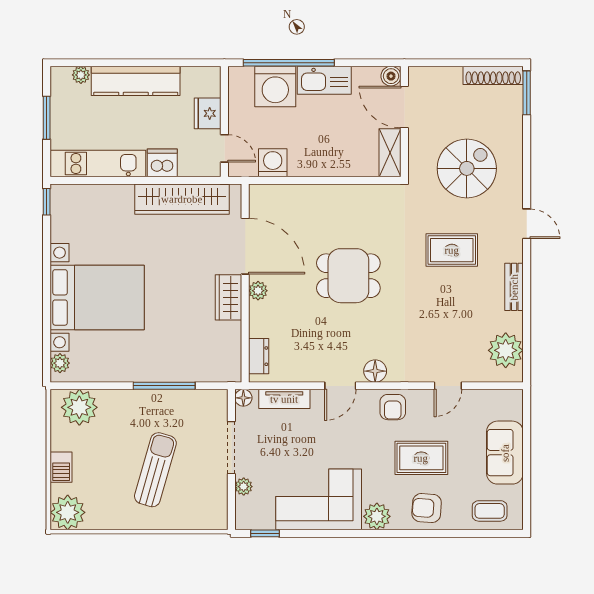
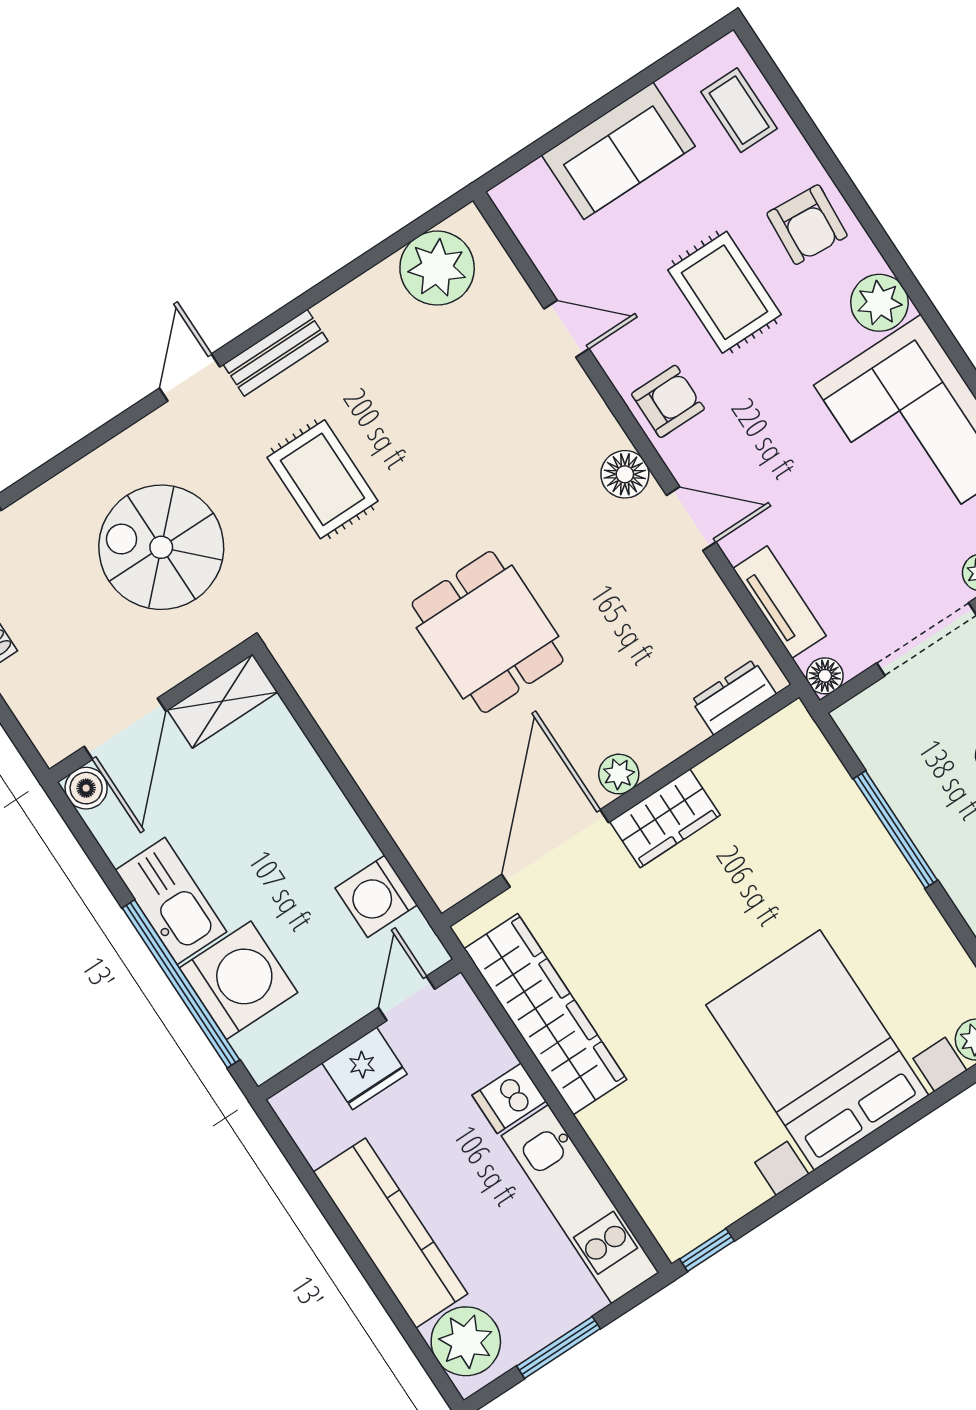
plant: (81, 75) -> (466, 1341), width x1.88, depth x1.88
dishwasher: (162, 163) -> (509, 1098), width x0.73
bench: (514, 287) -> (276, 353), moved

